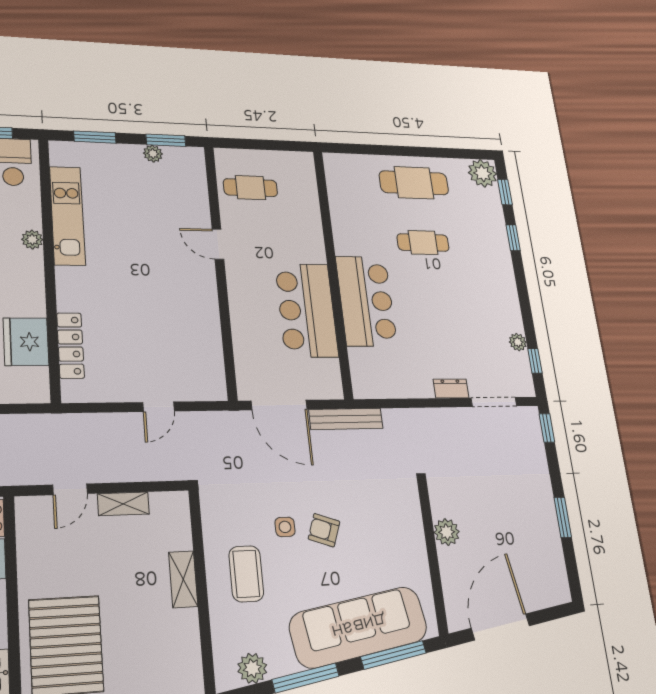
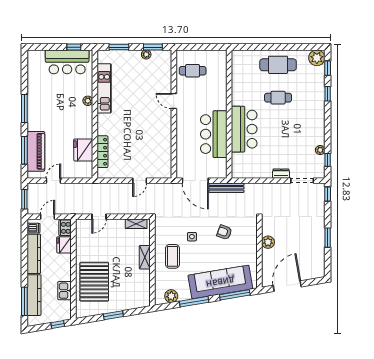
shelving: (123, 504) -> (136, 224), moved
armchair: (324, 530) -> (224, 232), moved

